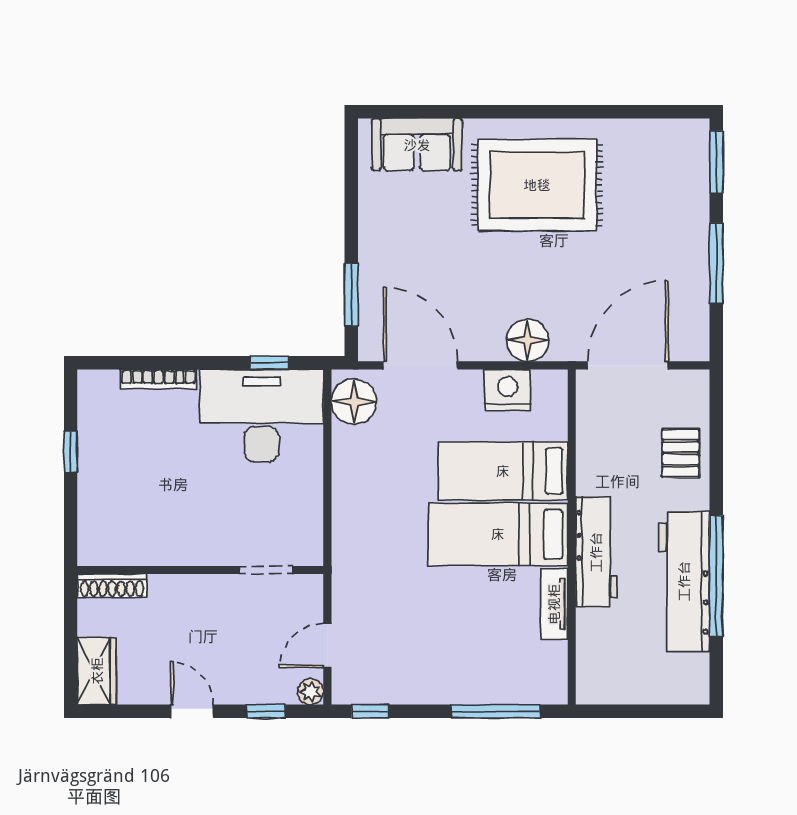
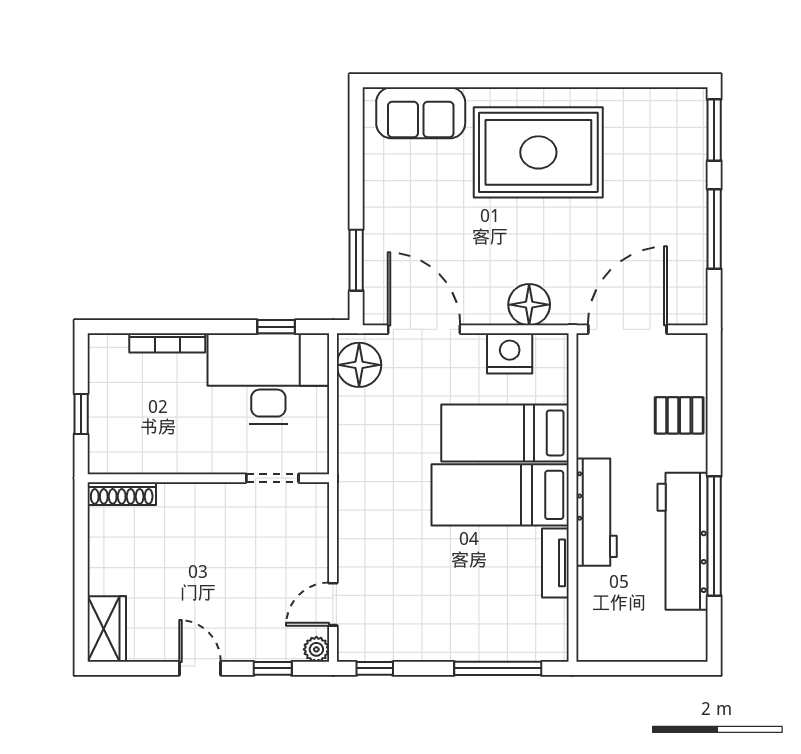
pallet: (681, 453) -> (679, 415), turned 90
wall: (200, 570) -> (208, 478), moved
doorway: (266, 570) -> (272, 478), moved
shoe rack: (112, 586) -> (122, 494), moved

